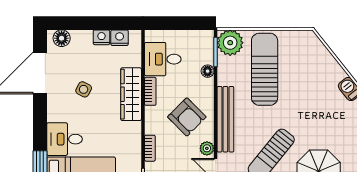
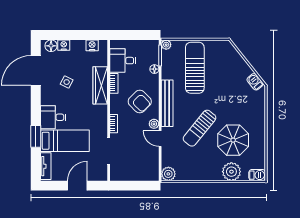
nightstand: (101, 37) -> (64, 45), moved
plant: (230, 43) -> (166, 45), width x0.53, depth x0.53

